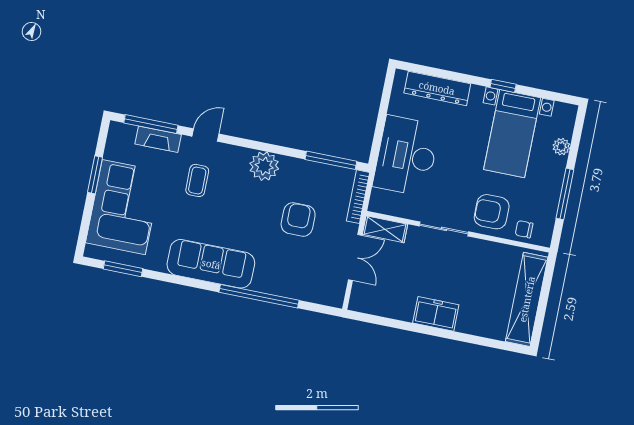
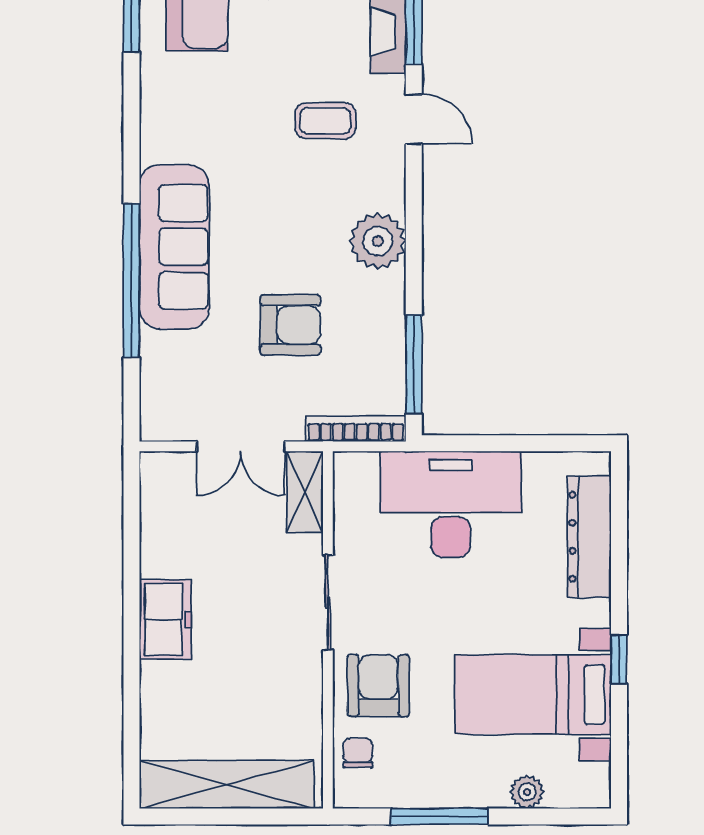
sofa: (211, 264) -> (174, 247), moved

